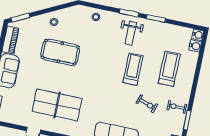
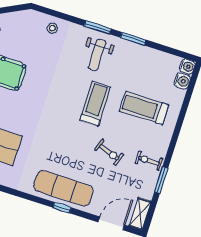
treadmill: (169, 69) -> (144, 108), turned -90

